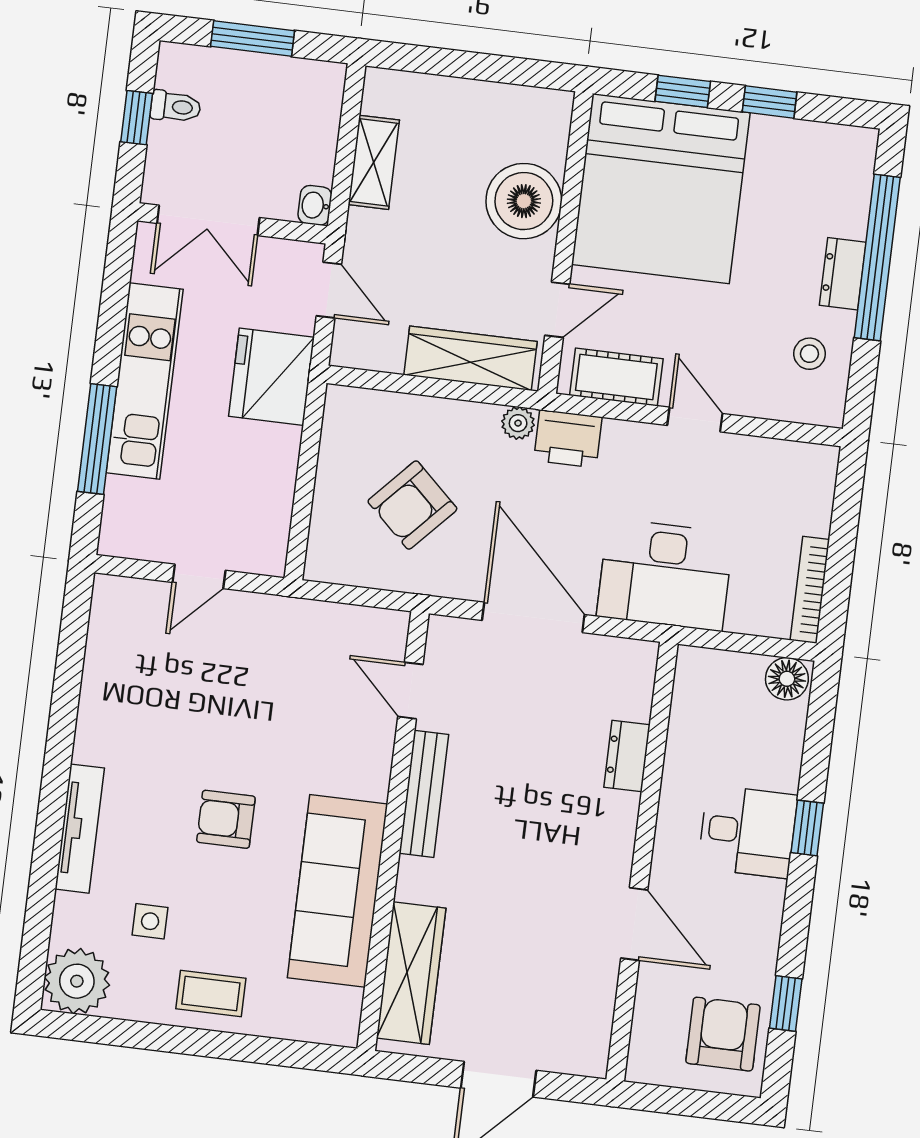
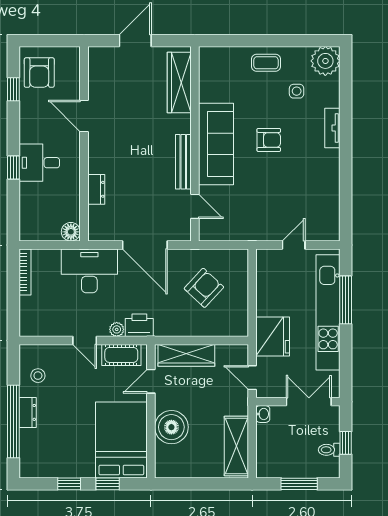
shelving: (374, 162) -> (236, 446), width x1.50, depth x1.33
bed: (661, 189) -> (121, 440), width x0.73
kitchen unit: (145, 381) -> (328, 312), width x1.36
plant: (518, 423) -> (117, 329), moved
floor lamp: (787, 679) -> (71, 232), moved
tv unit: (80, 829) -> (332, 128), width x0.71
sofa: (338, 891) -> (216, 144), moved

